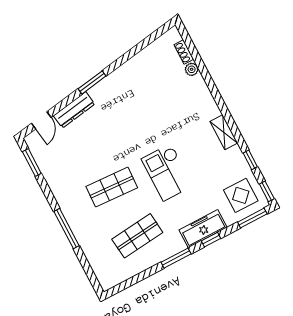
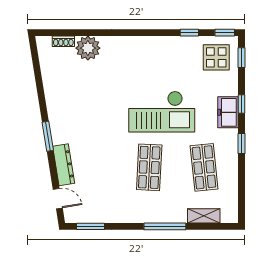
plant: (192, 69) -> (88, 48), width x1.88, depth x1.88
shelving: (224, 132) -> (204, 216), moved
checkout: (167, 172) -> (162, 112), width x1.36, depth x1.21
window: (252, 218) -> (242, 58), width x0.67
freezer: (203, 229) -> (228, 112), width x0.71
window: (176, 258) -> (242, 143), width x0.67

